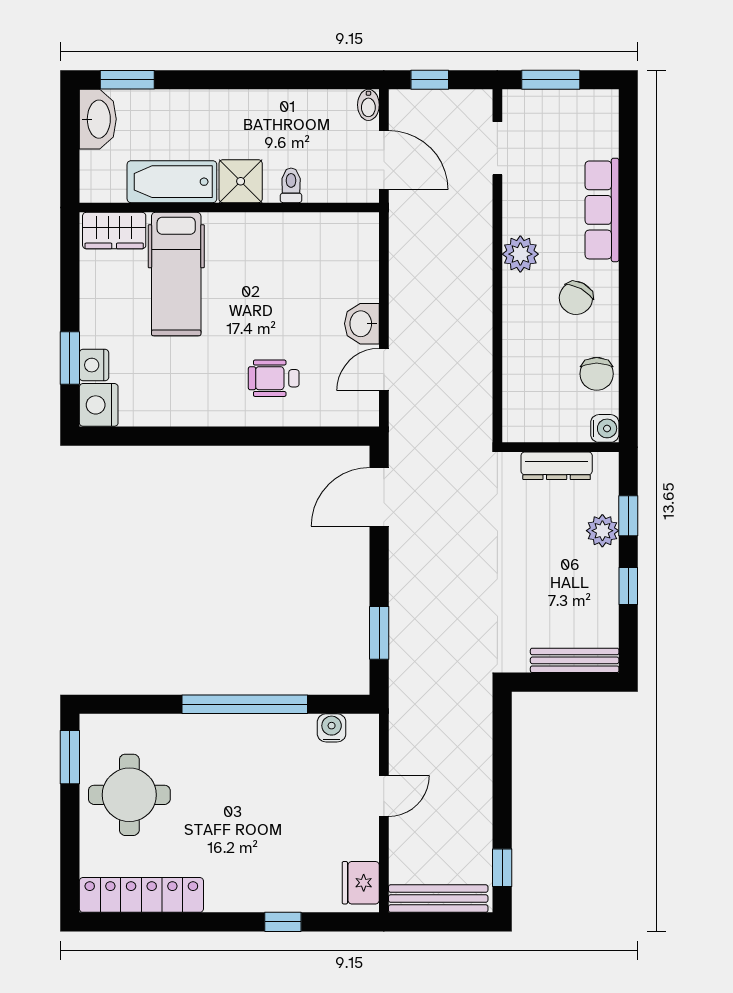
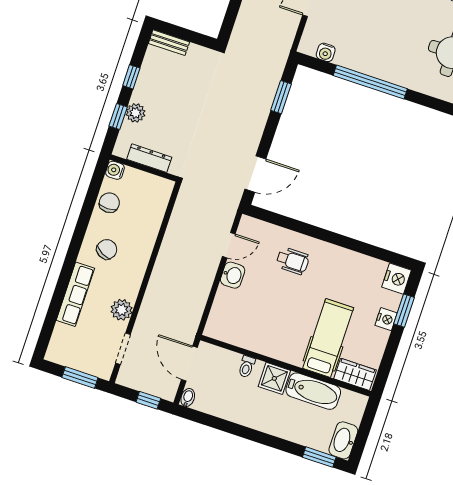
plant: (520, 254) -> (122, 310), moved
nightstand: (94, 365) -> (386, 319), moved
bench: (575, 660) -> (169, 43), width x0.73

